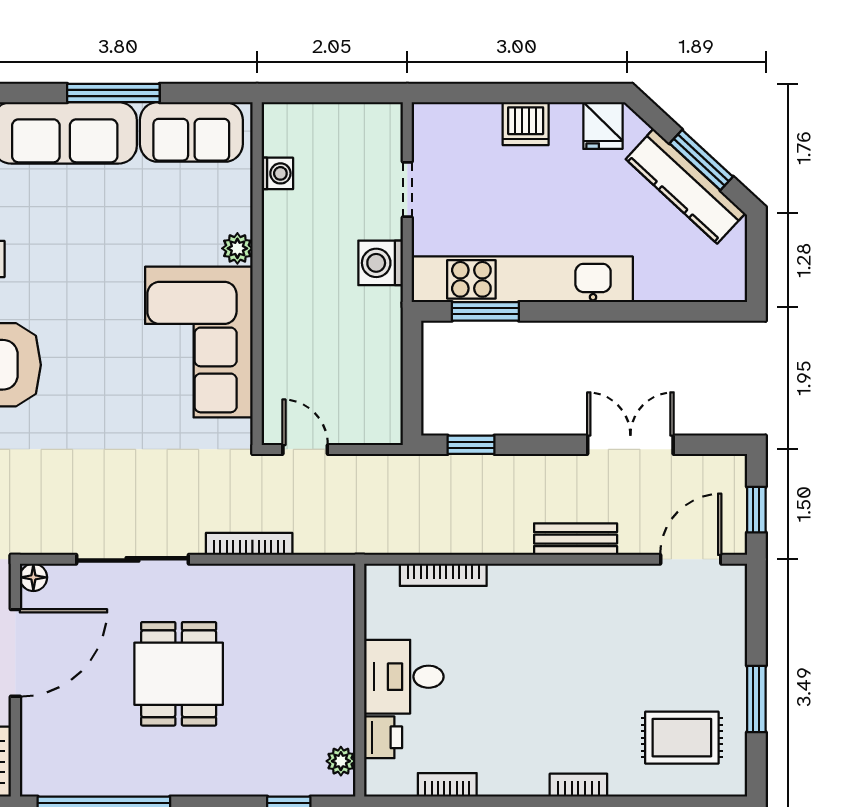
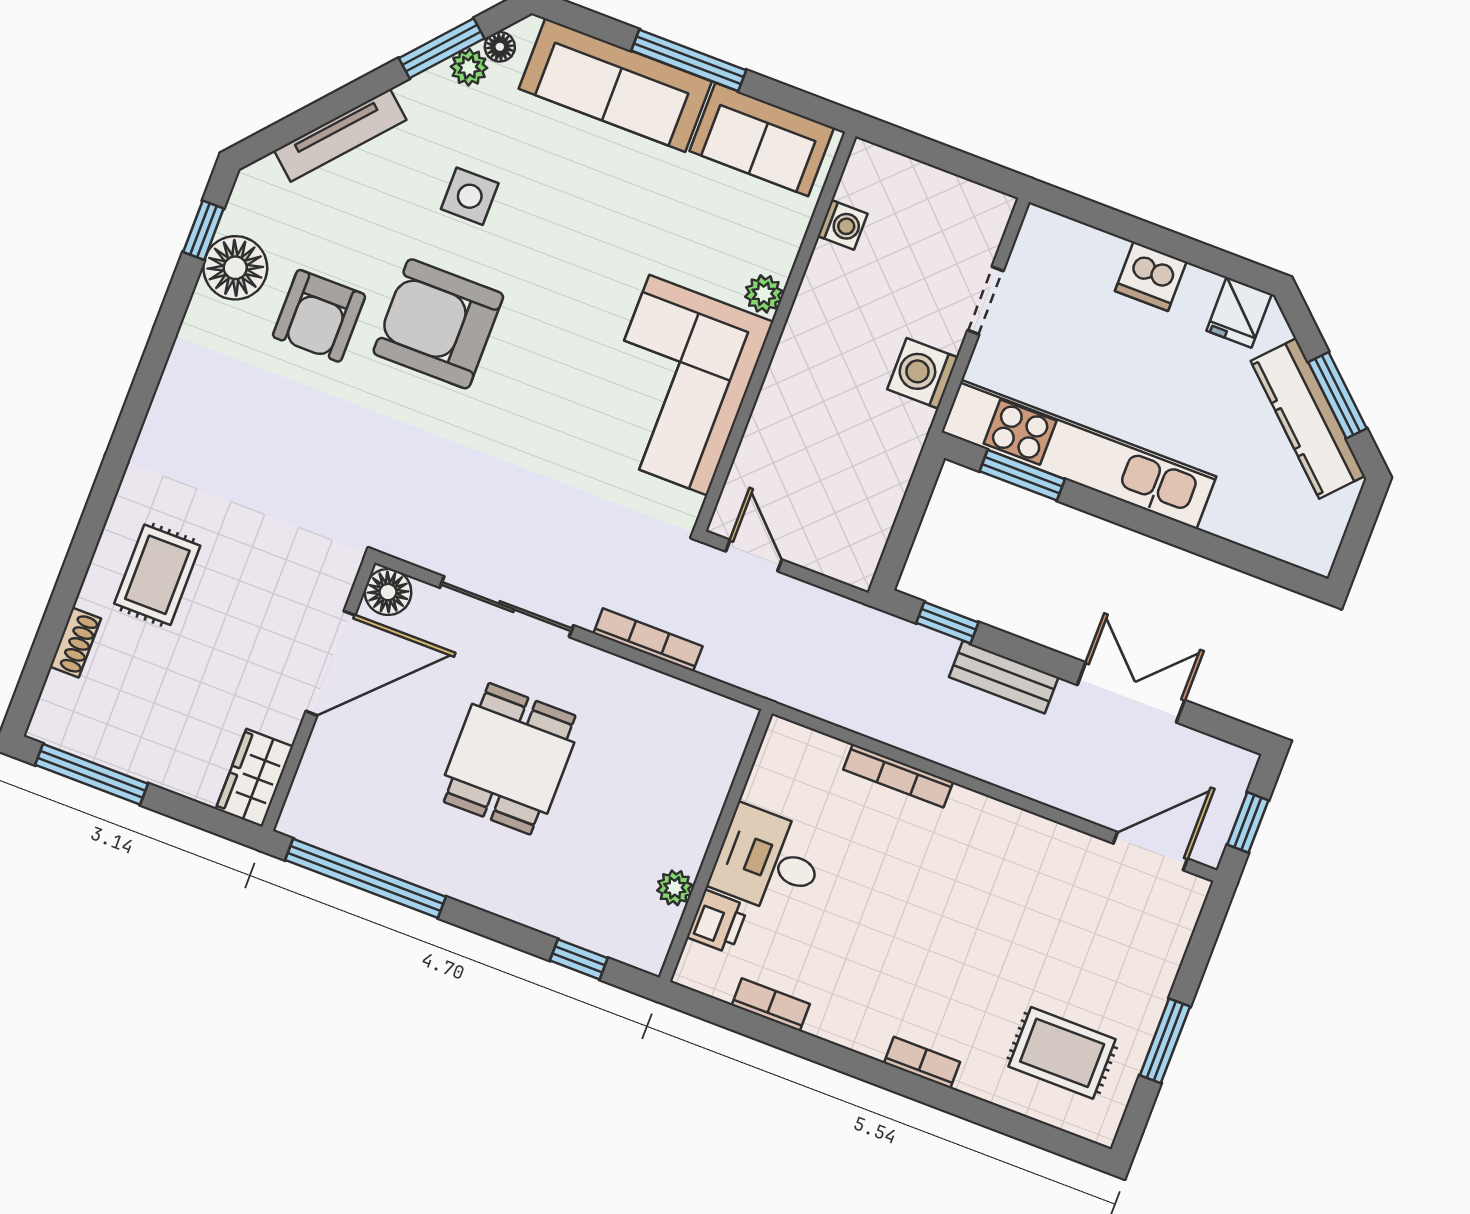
bench: (576, 539) -> (1004, 677), moved
bookcase: (443, 575) -> (898, 776), moved
floor lamp: (33, 577) -> (388, 592), width x1.37, depth x1.37
plant: (341, 761) -> (675, 888), moved

